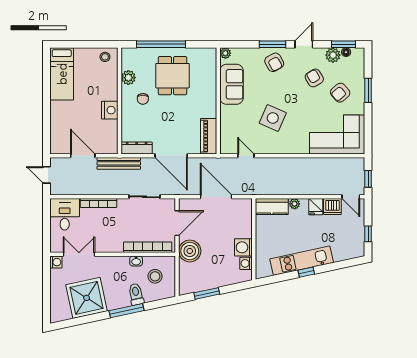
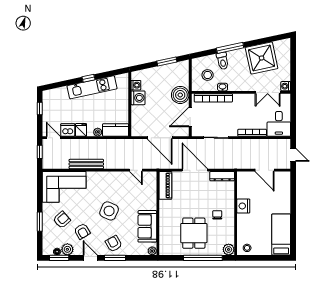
door: (304, 44) -> (90, 258), swing flipped
plant: (128, 78) -> (229, 249), moved
side table: (273, 118) -> (109, 211), moved
bench: (119, 163) -> (86, 164), moved

